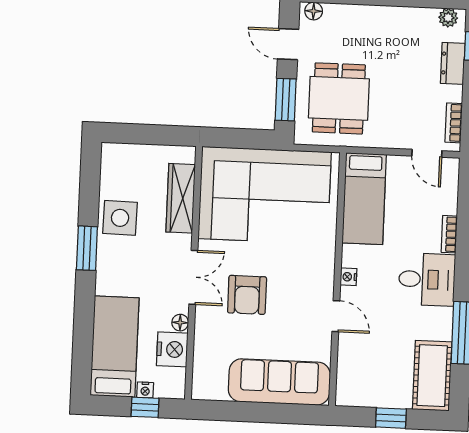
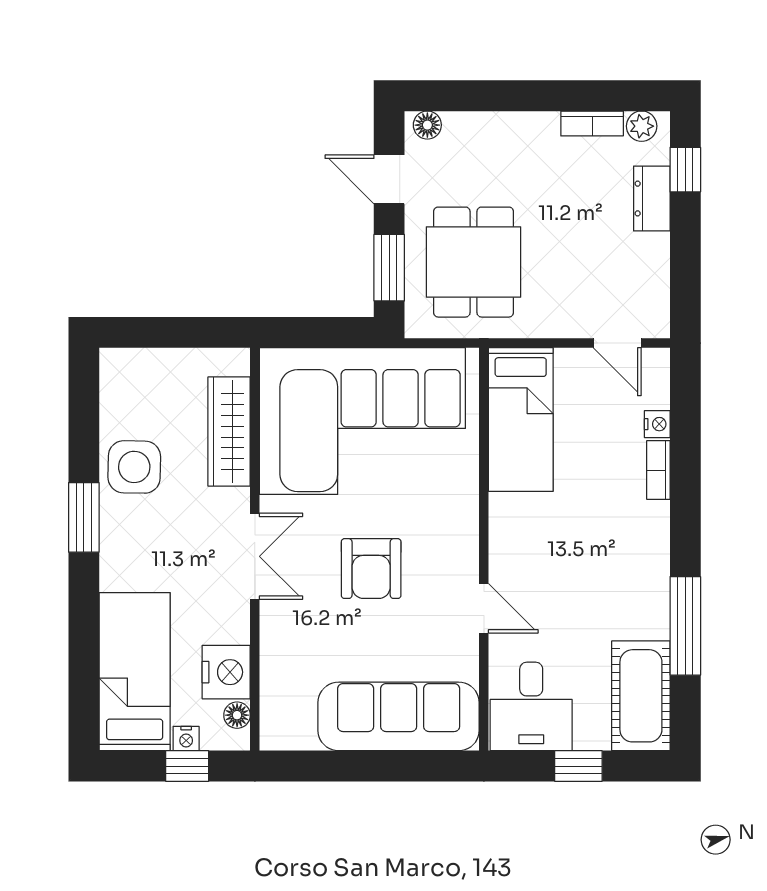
bookcase: (454, 123) -> (592, 123), moved, turned -90
nightstand: (349, 277) -> (657, 424), moved, turned 180
desk: (427, 279) -> (531, 706), moved, turned 90
armchair: (247, 295) -> (371, 569), moved
floor lamp: (180, 323) -> (237, 715), moved

